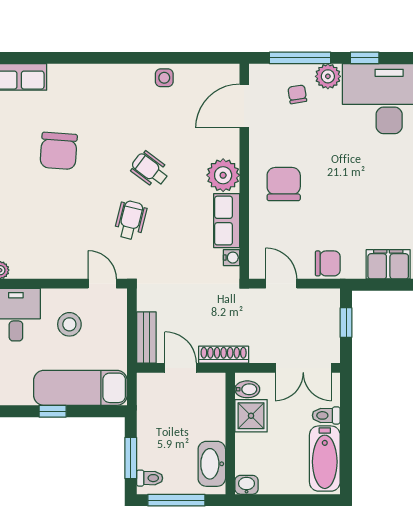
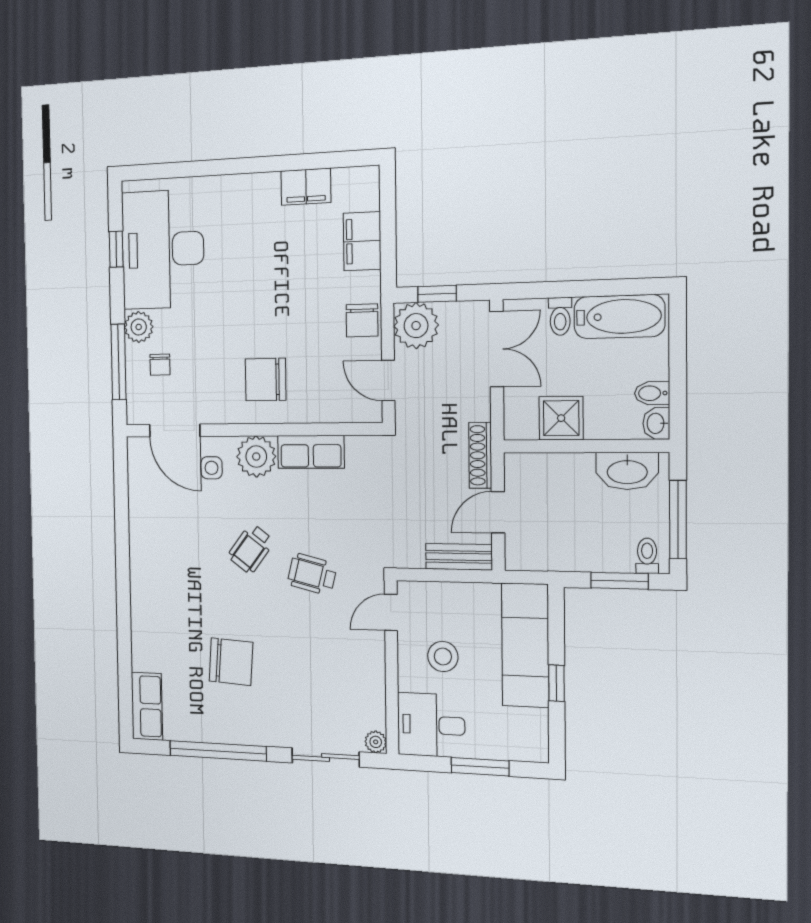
window: (365, 58) -> (116, 249), moved
side table: (164, 78) -> (211, 468), moved
chair: (297, 94) -> (160, 365), turned -81
water cooler: (232, 258) -> (356, 445), removed
chair: (328, 263) -> (362, 320), turned 180
door: (281, 284) -> (388, 380), hinge flipped
plant: (322, 306) -> (416, 326), added
bidet: (247, 389) -> (652, 393), moved, turned -90

